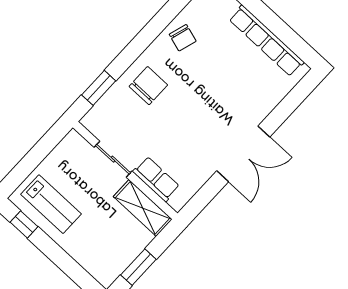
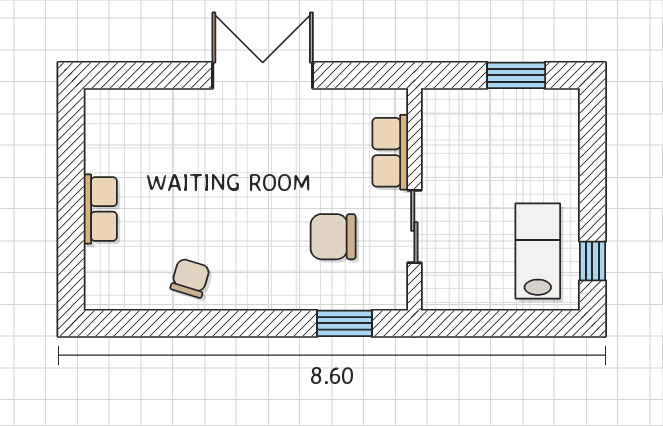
row of seats: (266, 41) -> (100, 209), width x0.50
chair: (148, 86) -> (333, 237), moved
shelving: (143, 208) -> (440, 136), removed

